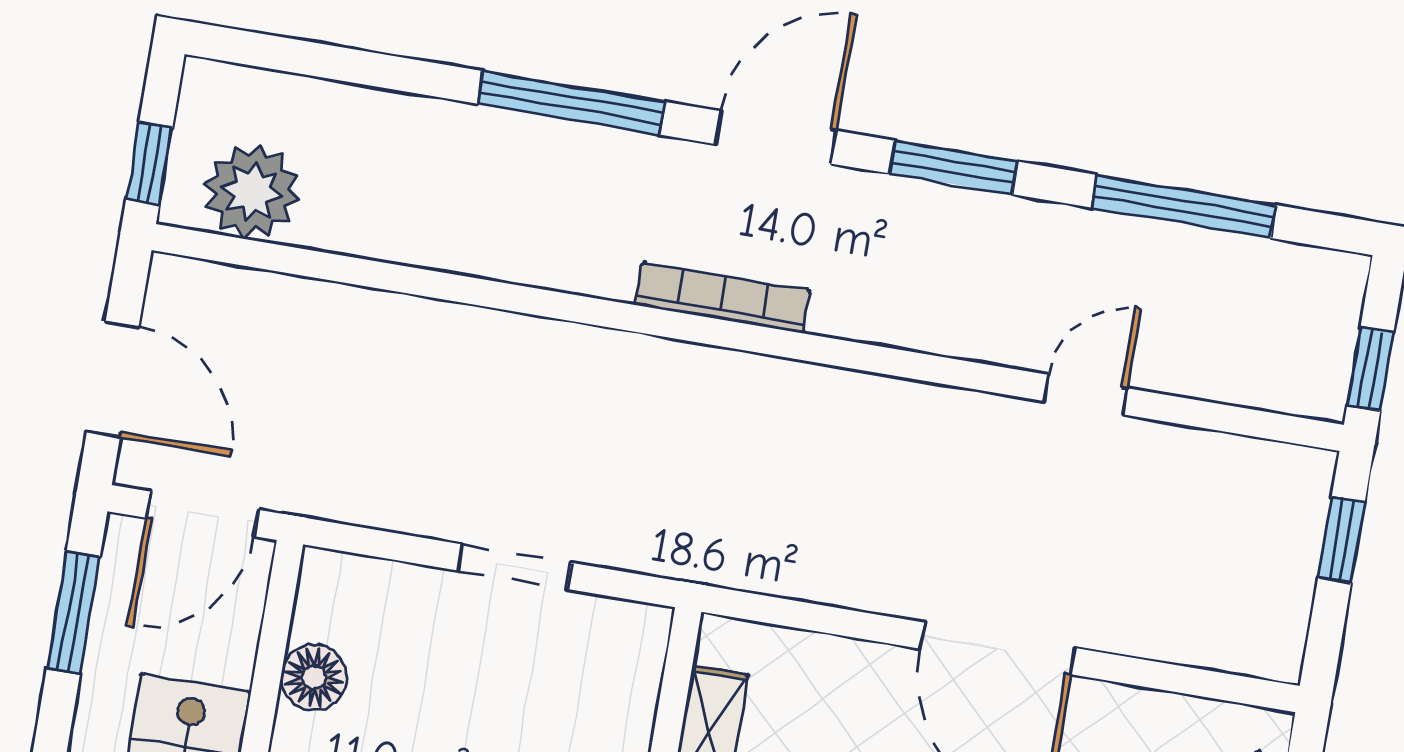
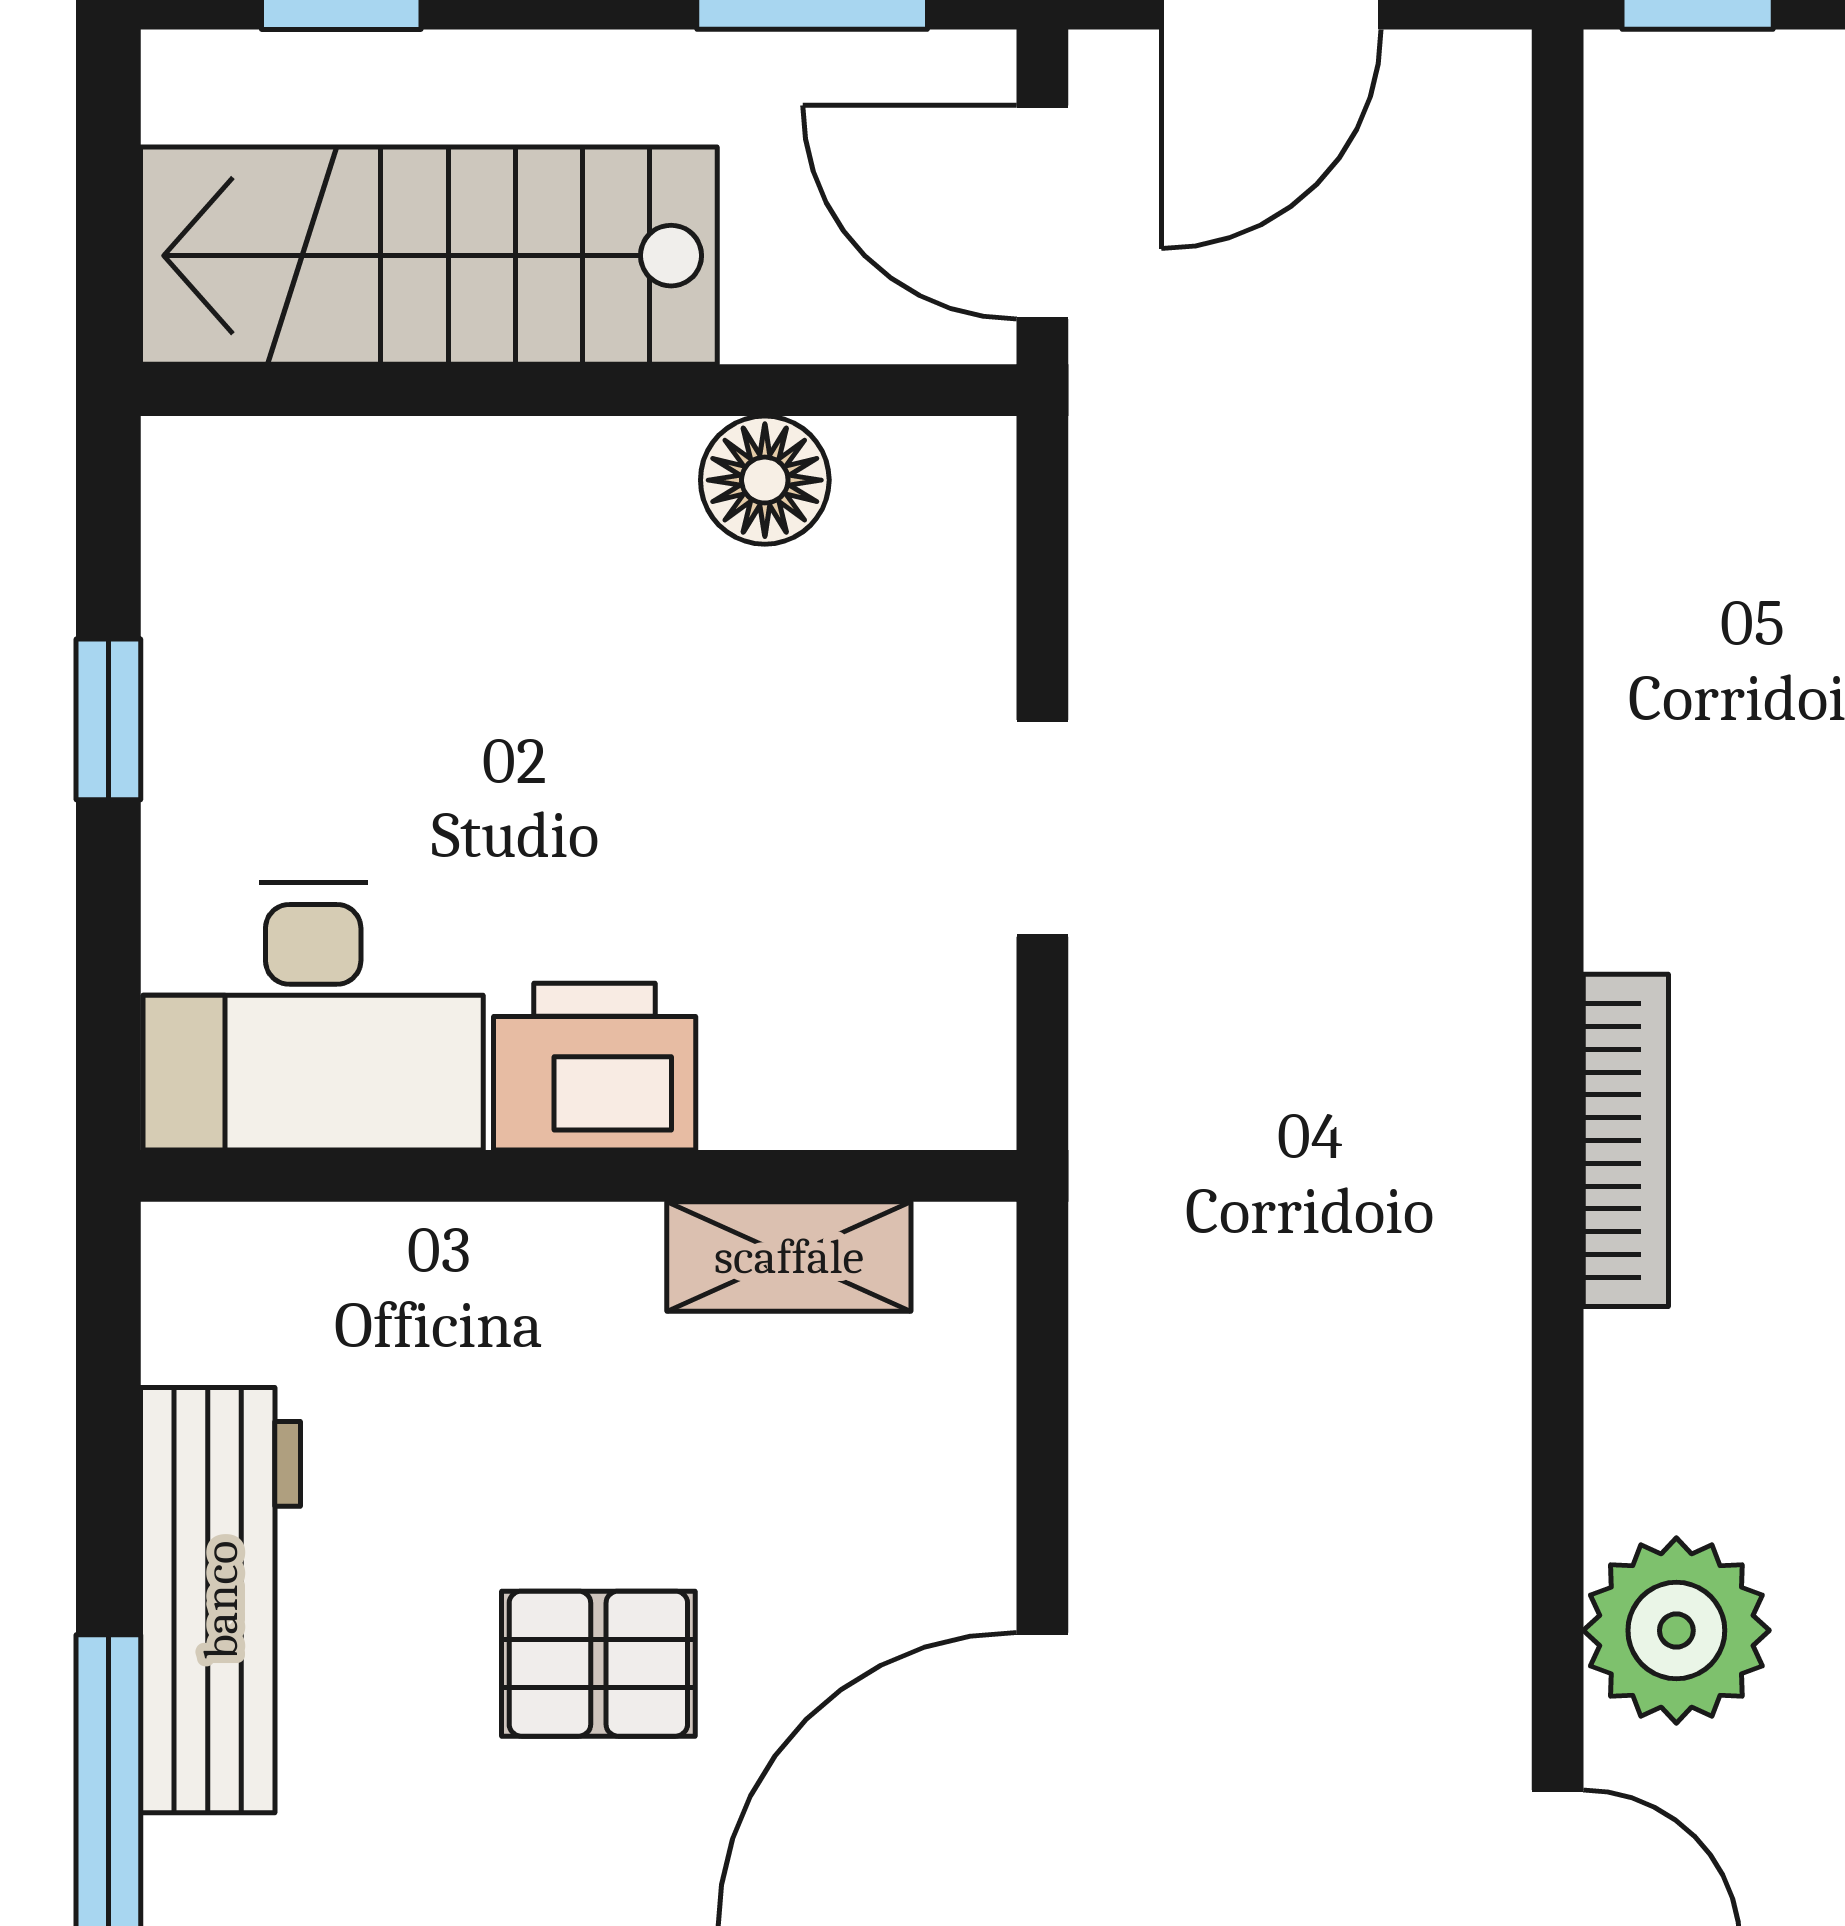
plant: (252, 192) -> (1676, 1630), moved

